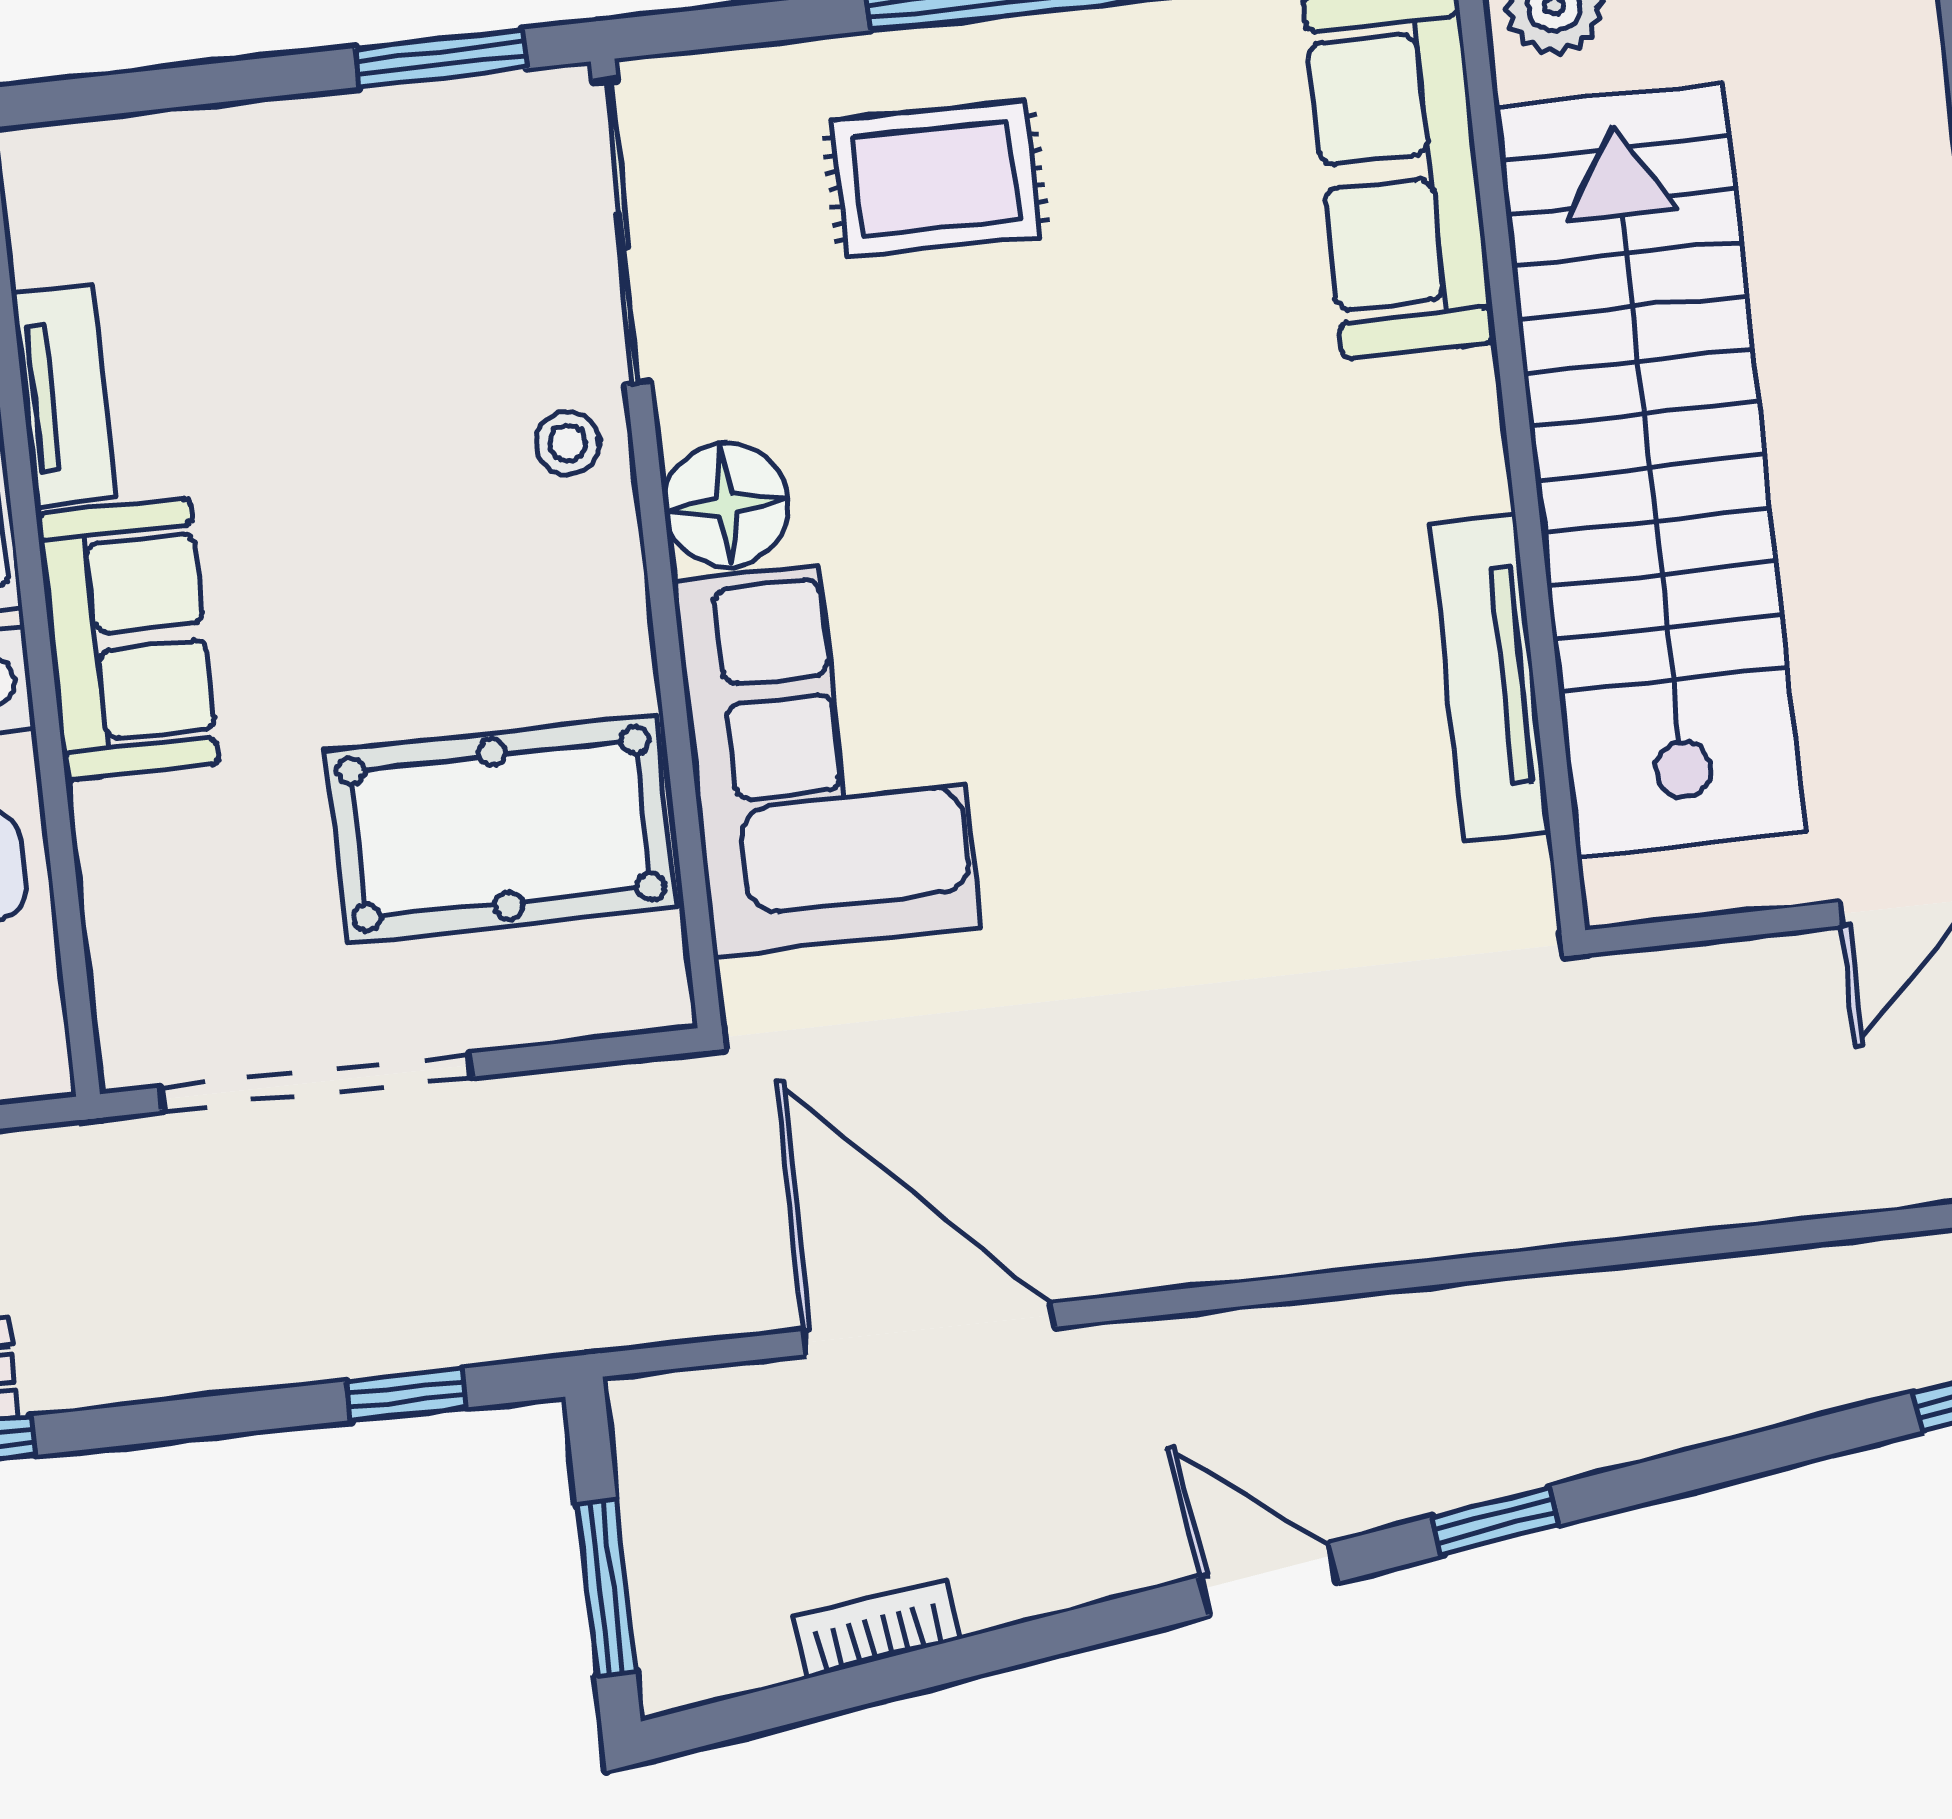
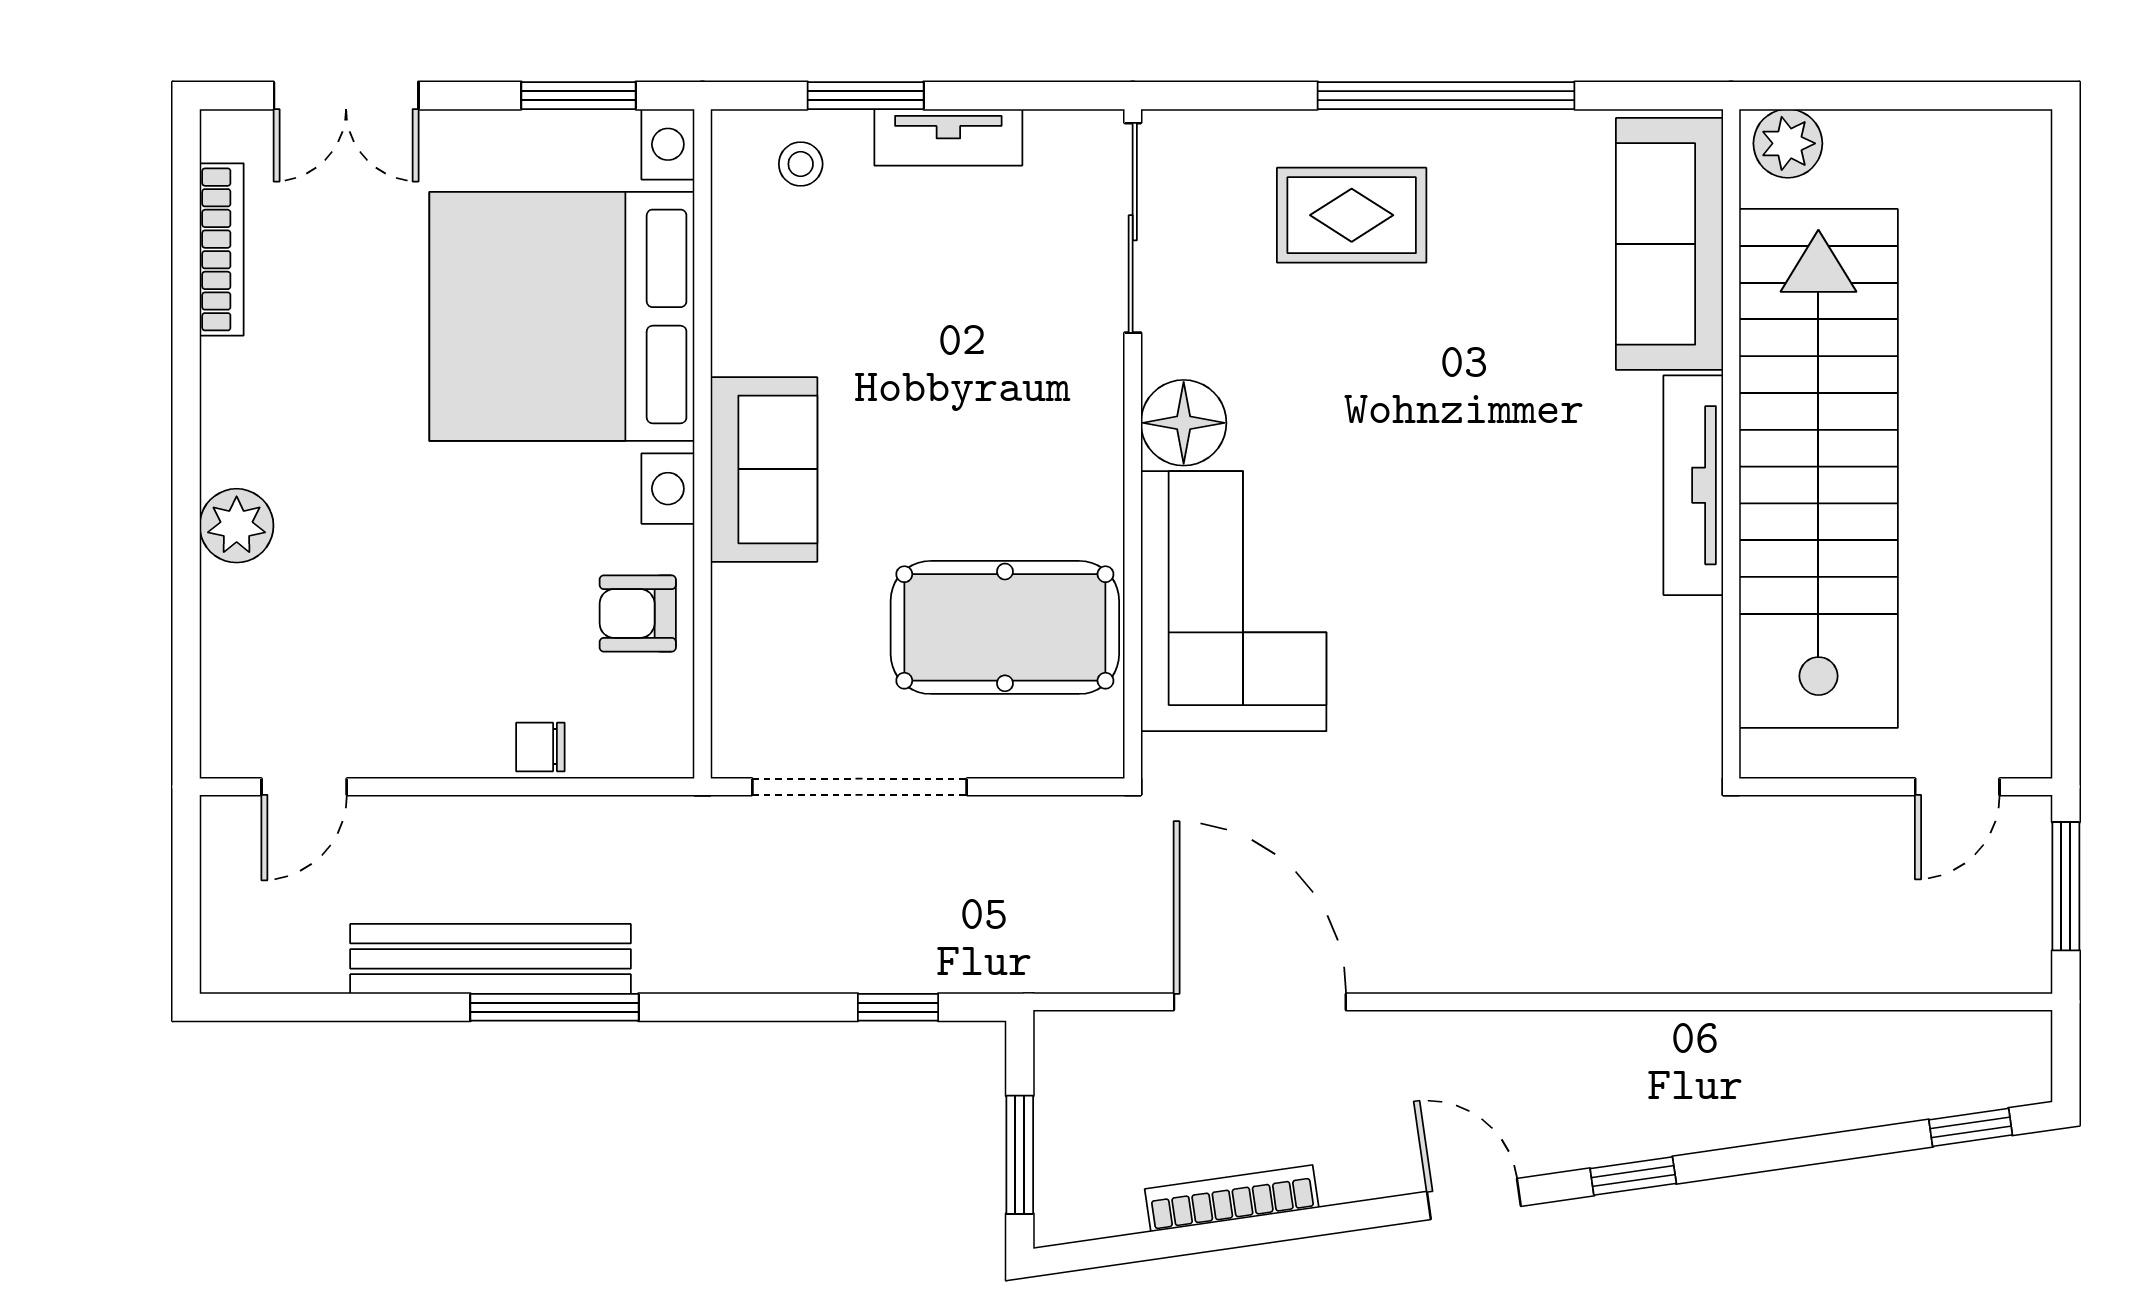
window: (441, 58) -> (866, 96), moved
tv unit: (64, 395) -> (948, 137), moved, turned 90
stool: (567, 443) -> (801, 164), moved
tv unit: (1490, 677) -> (1693, 485), moved
bookcase: (876, 1628) -> (1232, 1198), width x1.56

